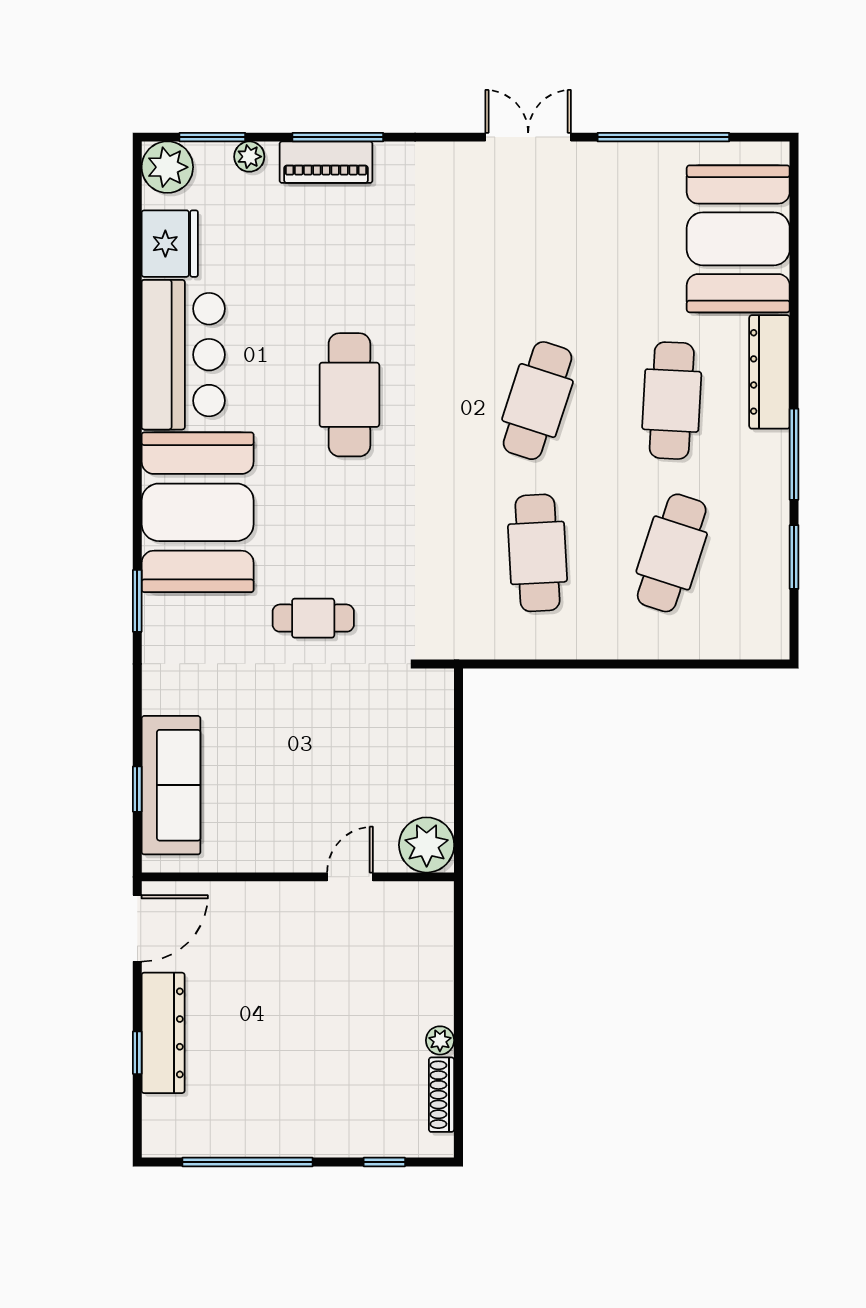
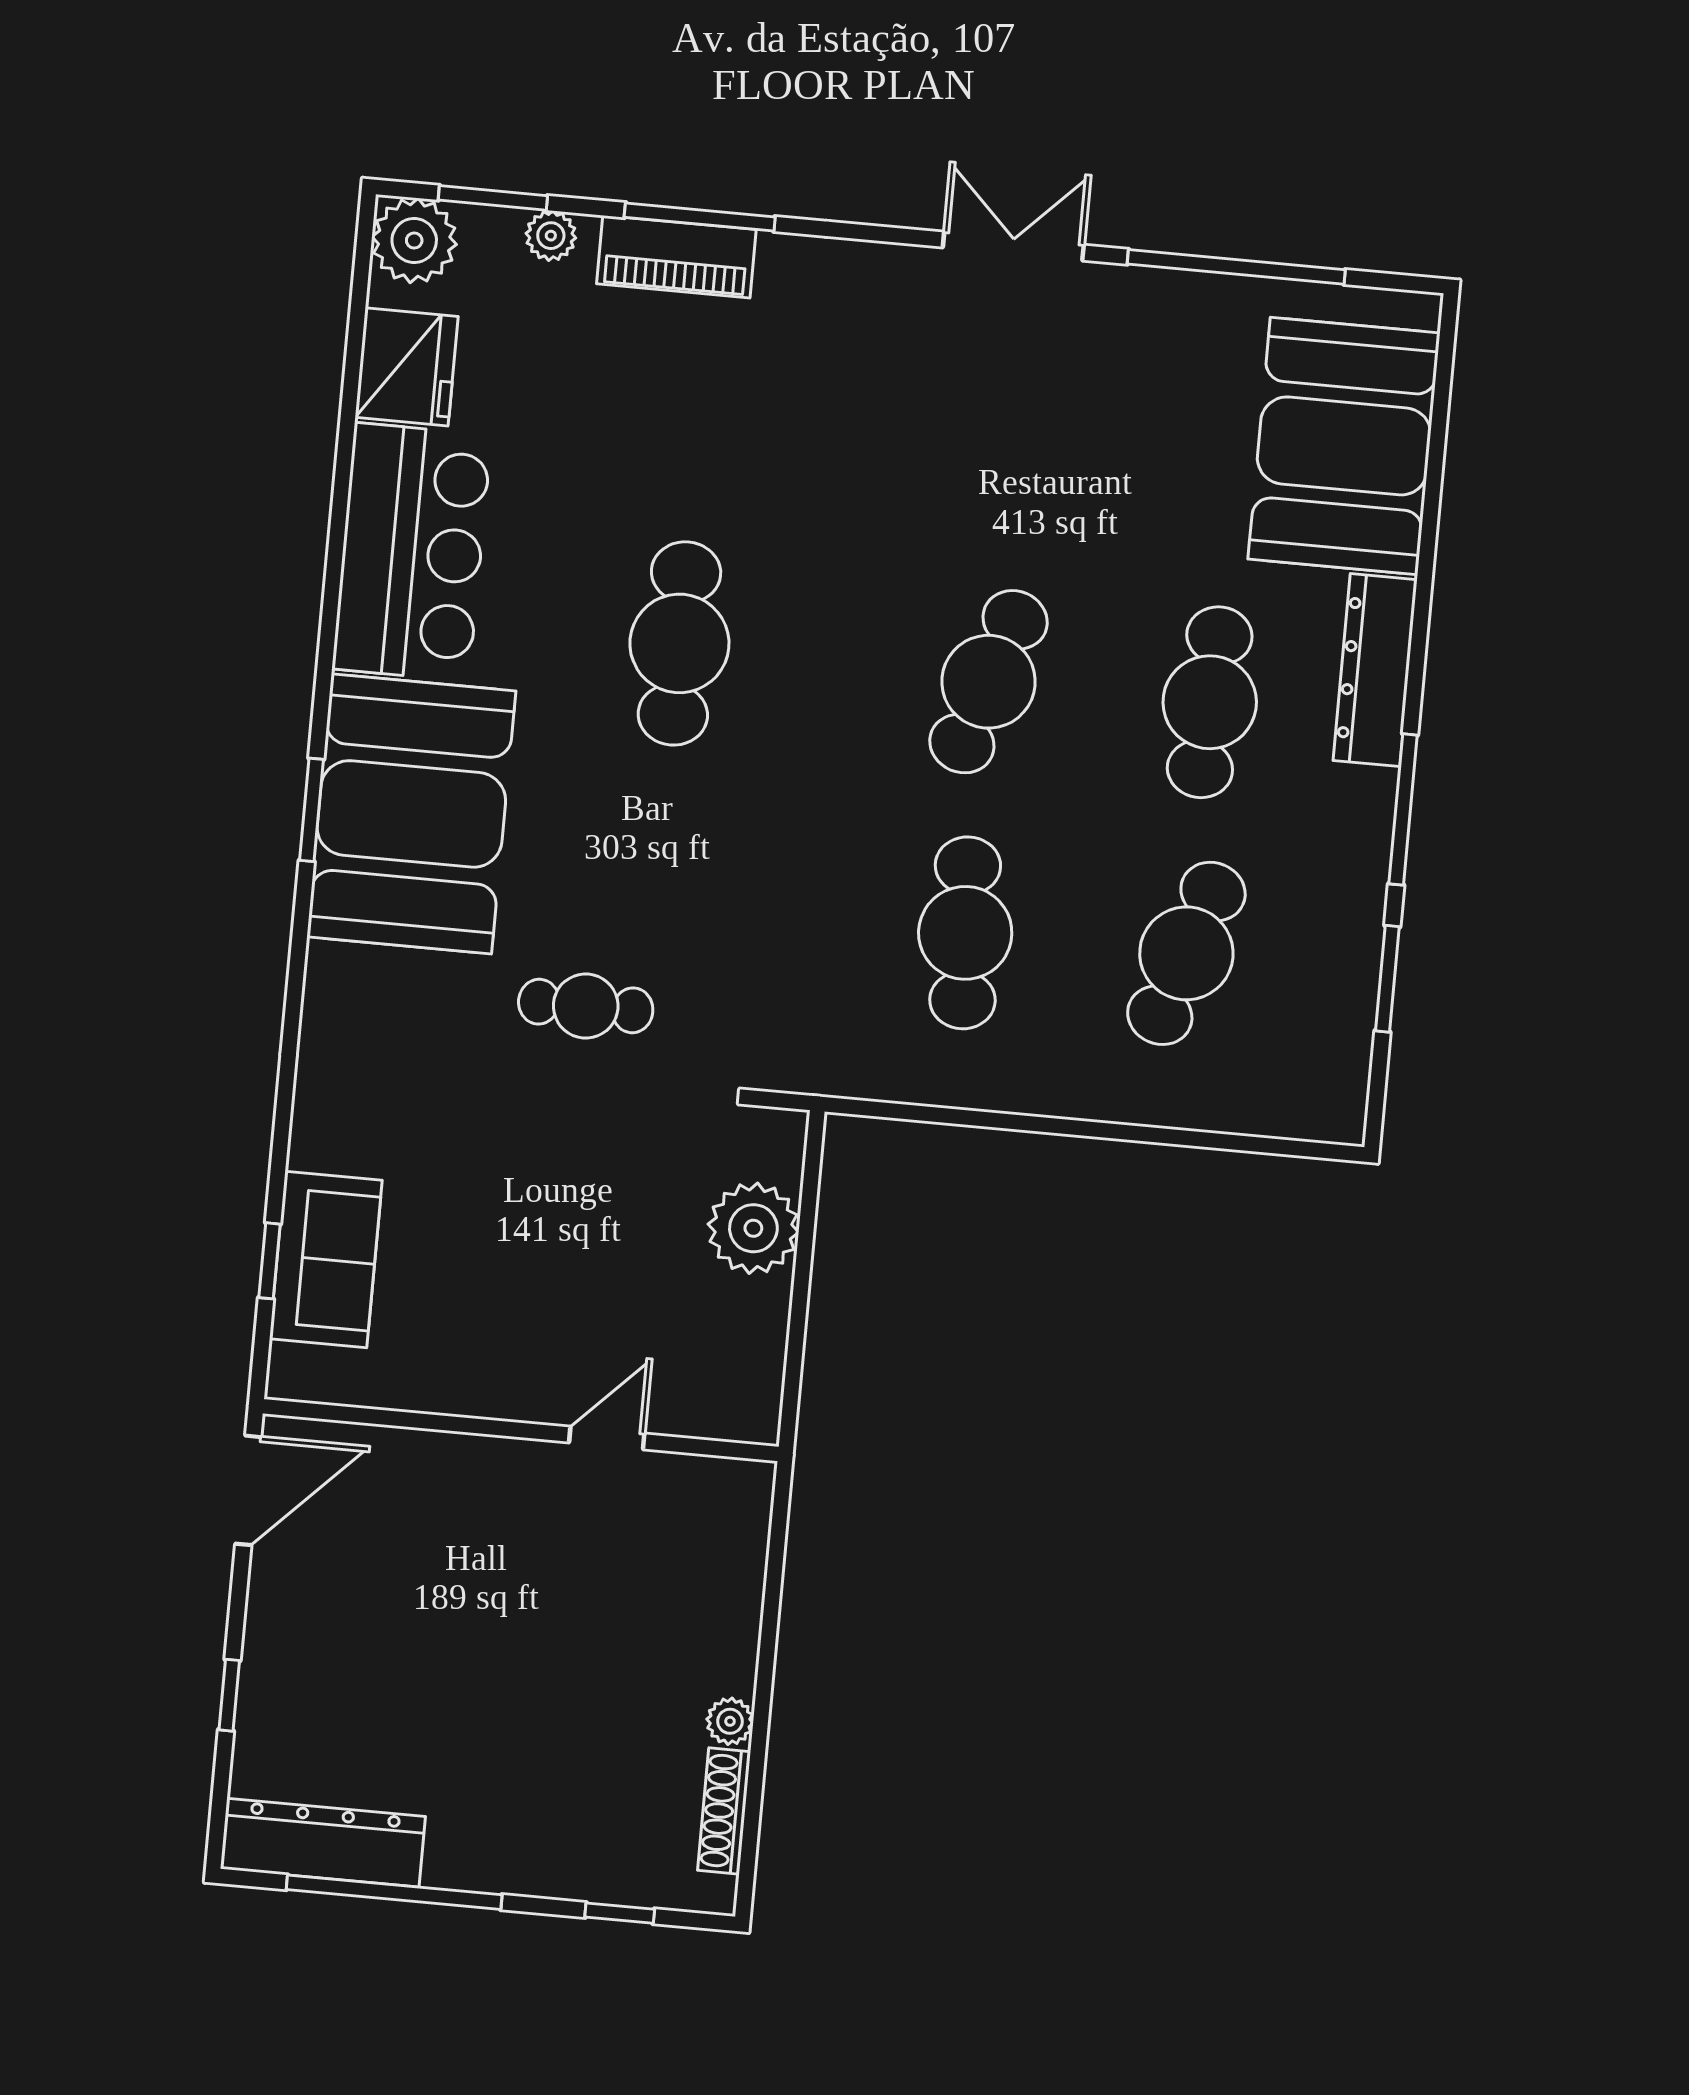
window: (137, 601) -> (311, 810), moved
sofa: (171, 785) -> (326, 1260), width x0.73
plant: (427, 845) -> (753, 1228), moved
dresser: (163, 1033) -> (323, 1843), moved, turned -90

